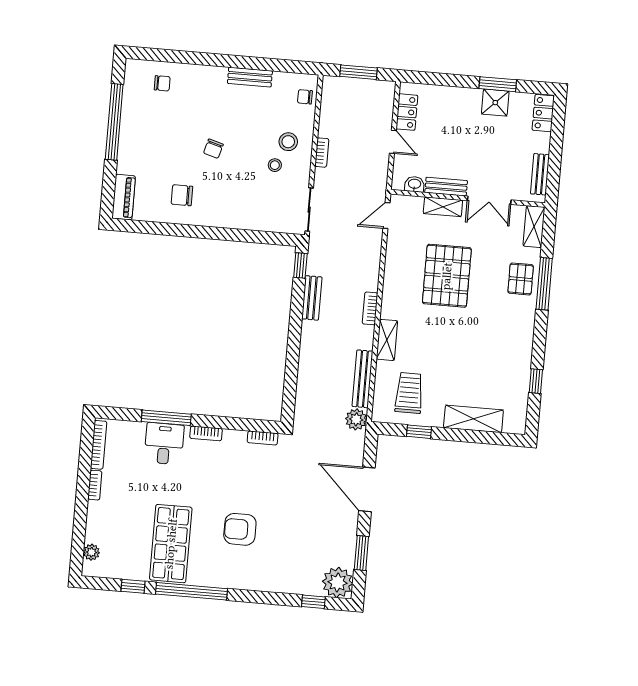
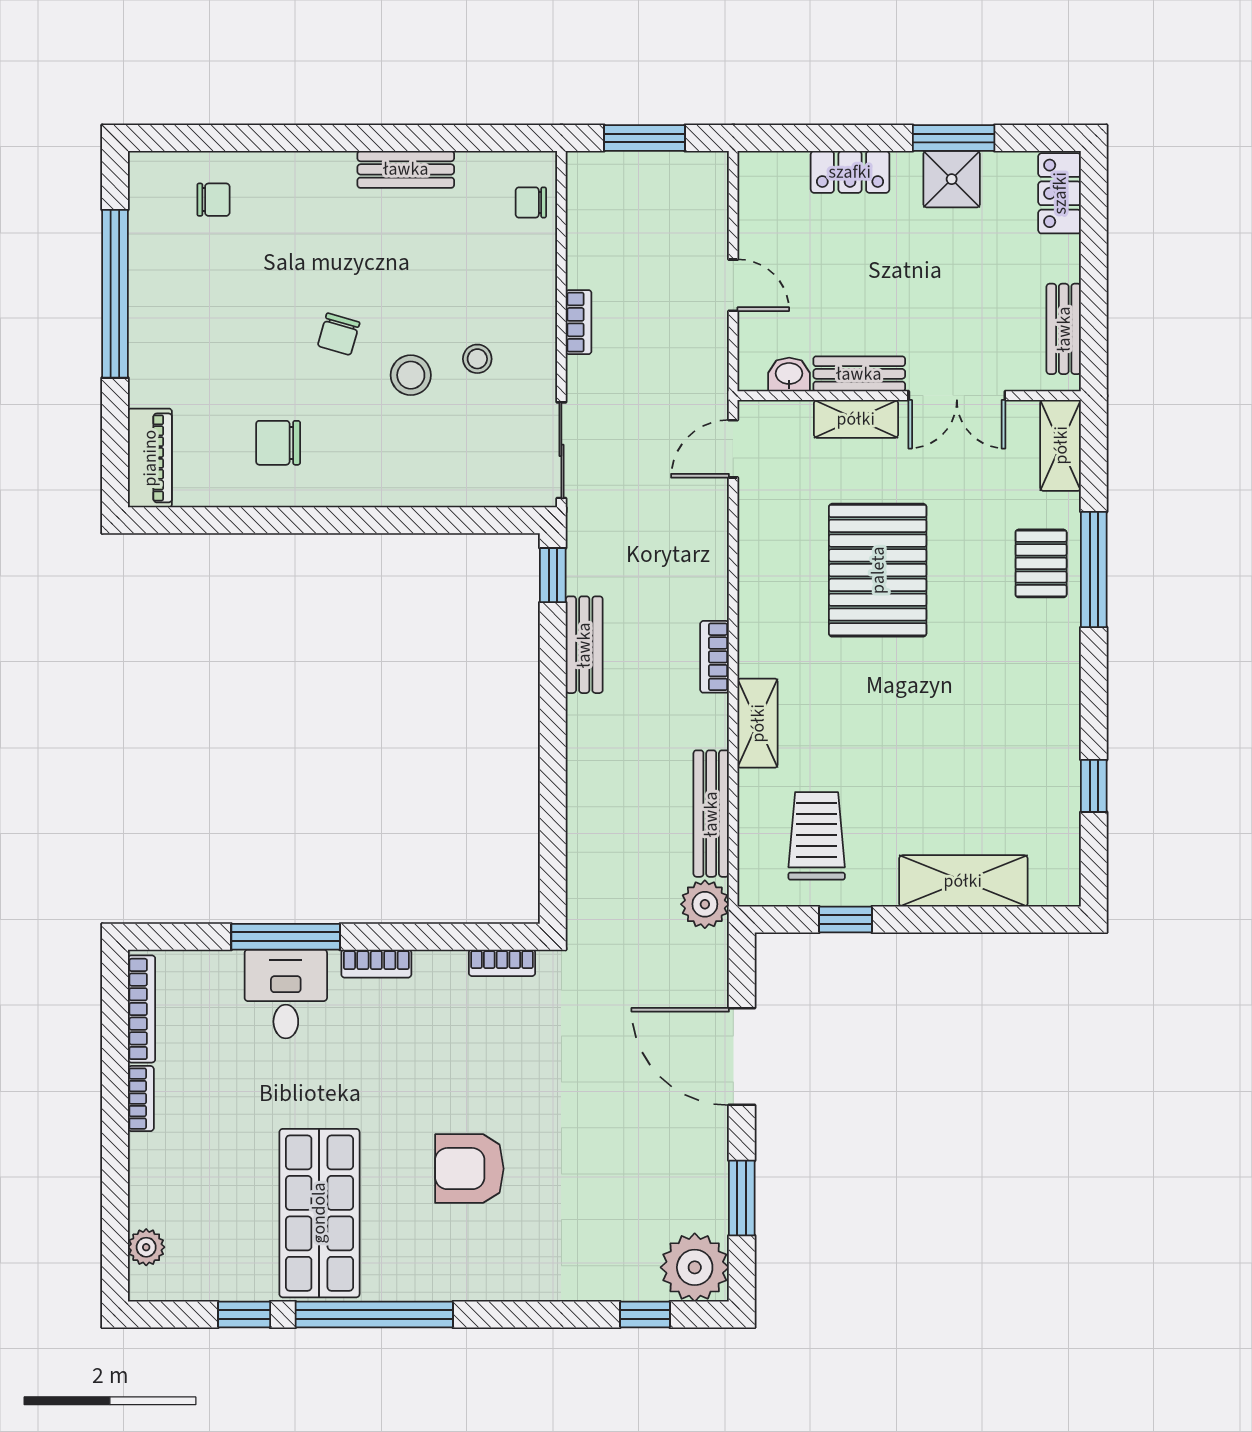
locker: (407, 112) -> (850, 172), moved, turned 90
stool: (288, 142) -> (411, 375), moved

